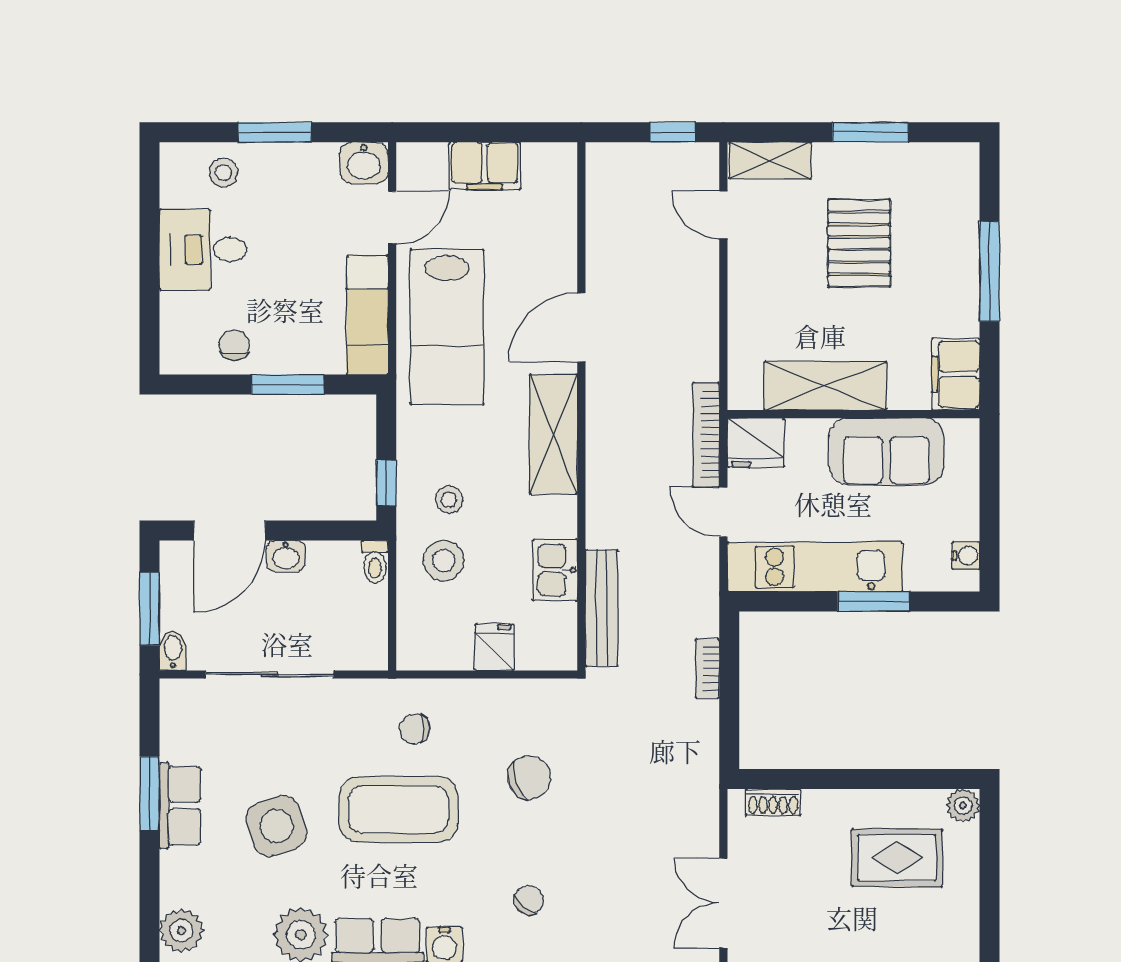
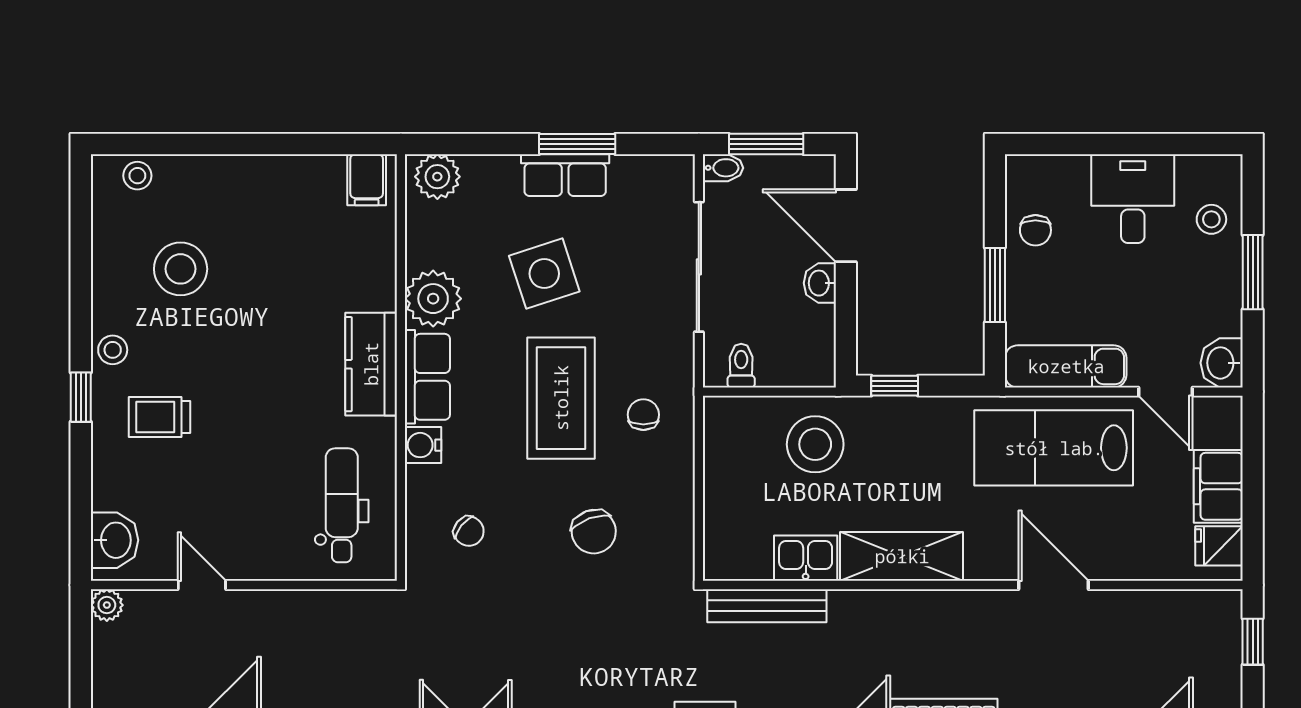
window: (673, 132) -> (1253, 642), moved
chair: (234, 345) -> (1035, 230), turned 90
shelving: (553, 434) -> (902, 556), moved
stool: (449, 500) -> (877, 450), removed
stool: (444, 561) -> (815, 444), width x1.38, depth x1.38
toilet: (375, 562) -> (741, 366), moved, turned 90
fridge: (494, 647) -> (1219, 546), moved, turned 180

